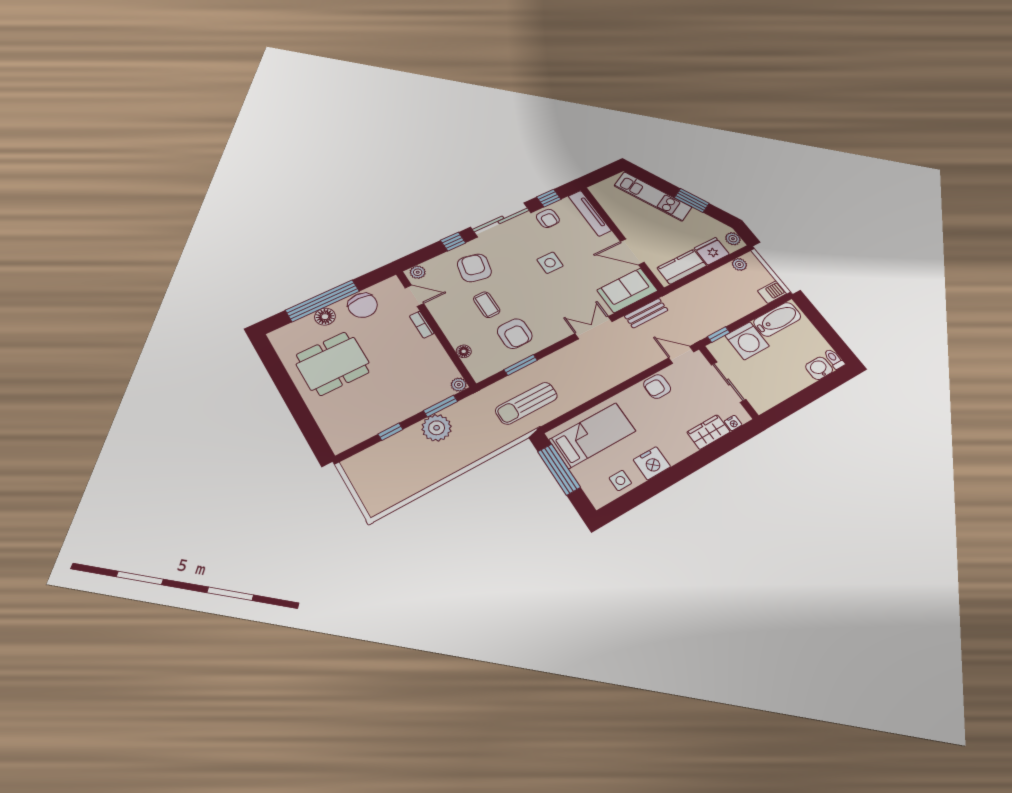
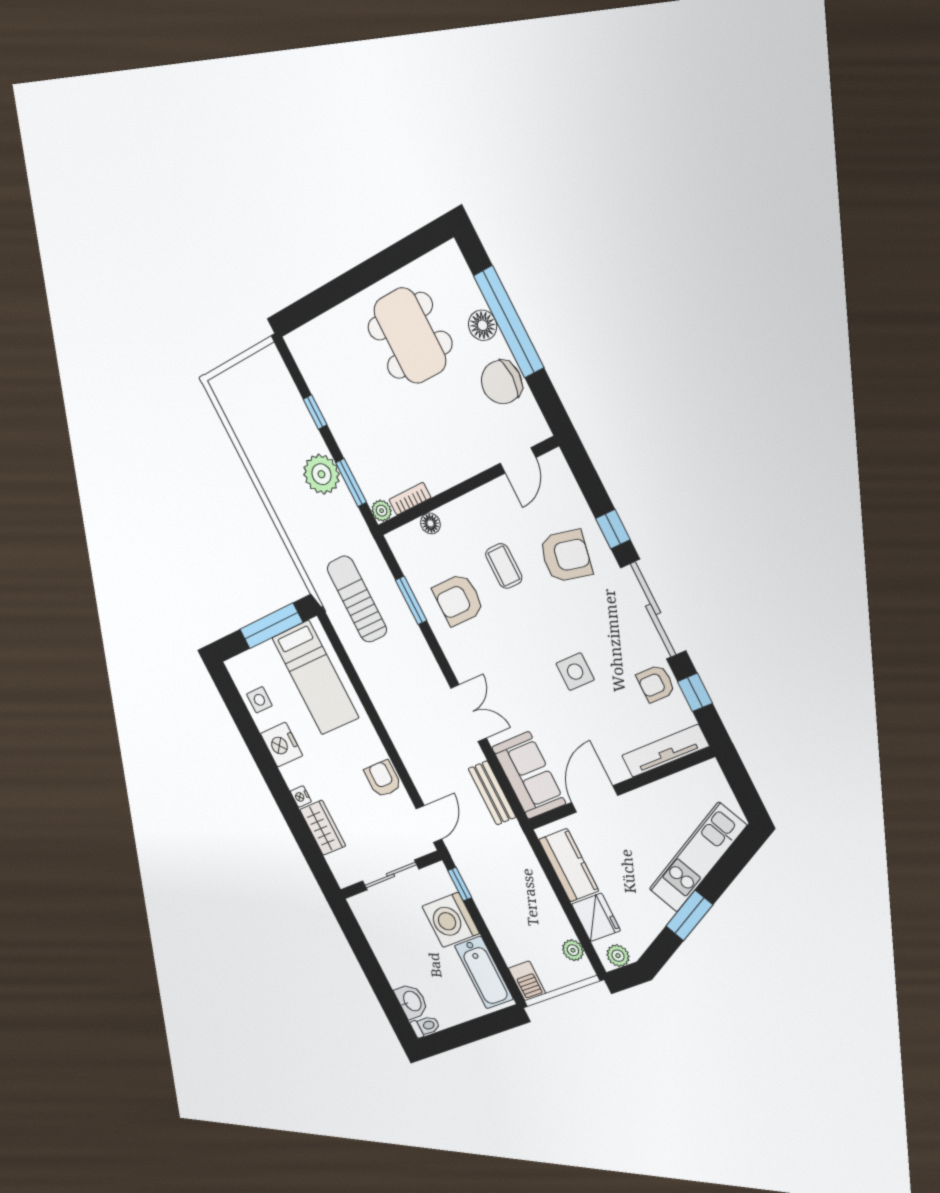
plant: (418, 272) -> (558, 469), removed
coffee table: (487, 305) -> (504, 566), turned 90
bookcase: (422, 325) -> (410, 499), moved
nightstand: (733, 423) -> (301, 796), moved

